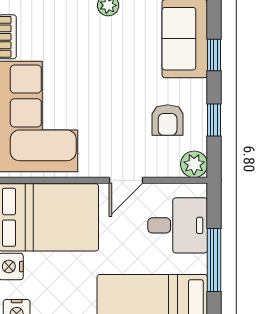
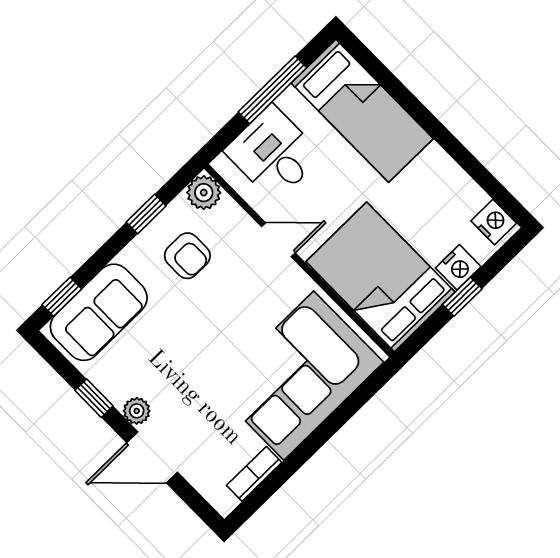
window: (214, 55) -> (62, 297), moved
armchair: (168, 120) -> (187, 256), turned 90

